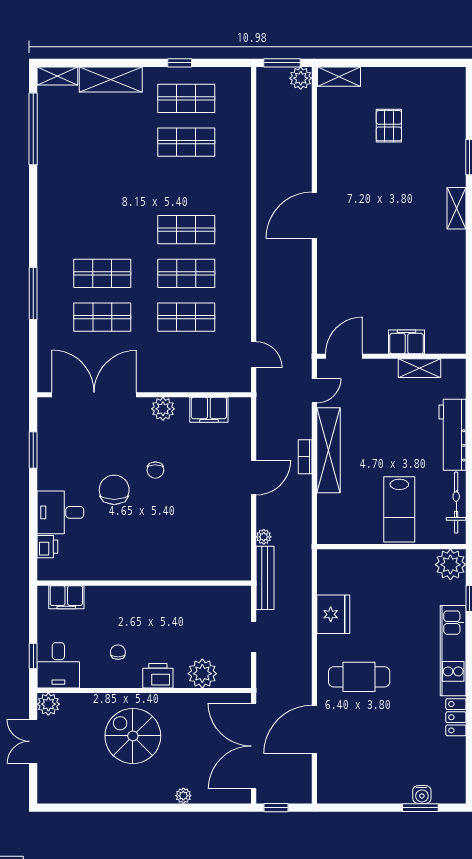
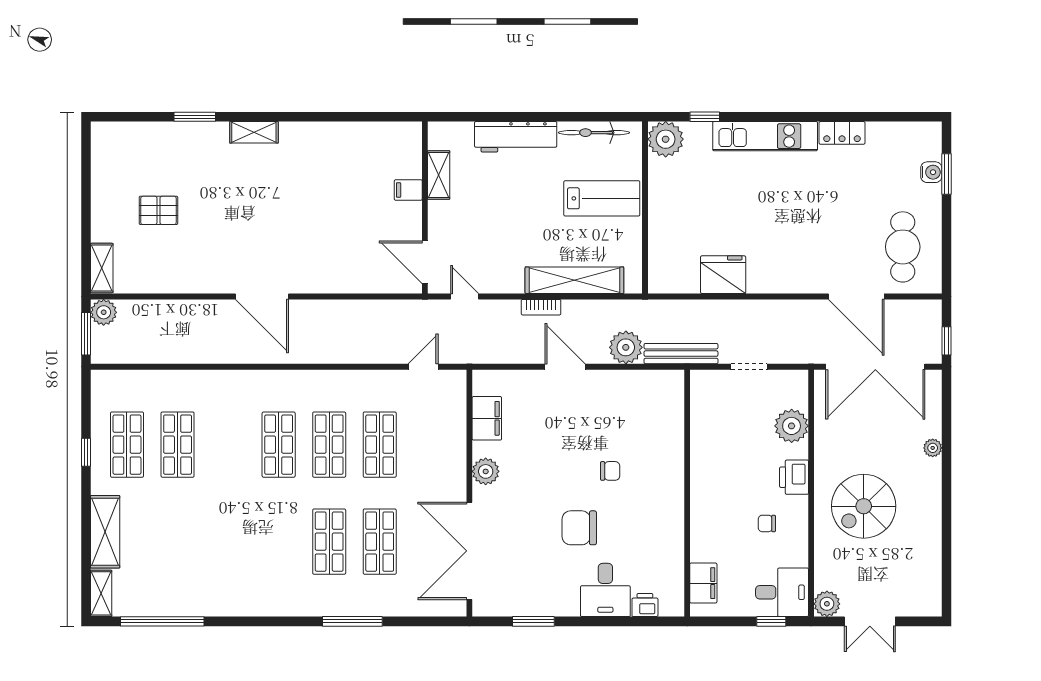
filing cabinet: (407, 342) -> (408, 190), width x0.50
shelving: (328, 450) -> (574, 280), moved
chair: (155, 470) -> (610, 471), moved
plant: (264, 537) -> (626, 347), width x1.87, depth x1.87
cafe table: (359, 677) -> (903, 247), moved

